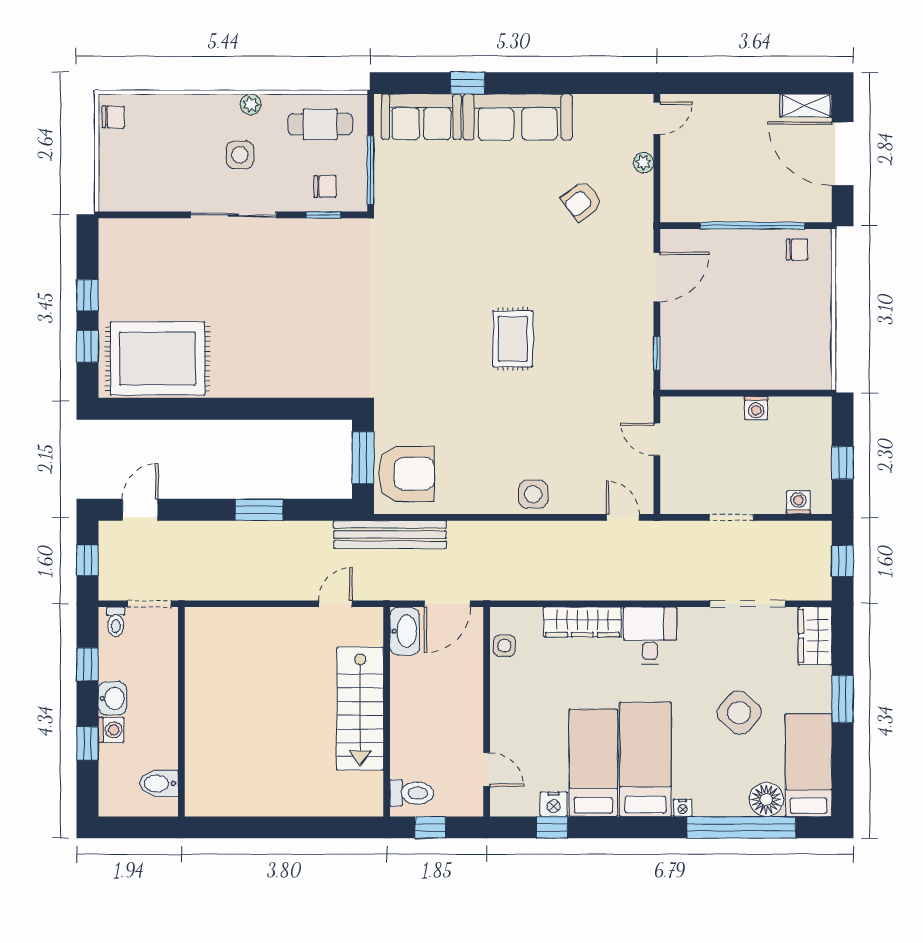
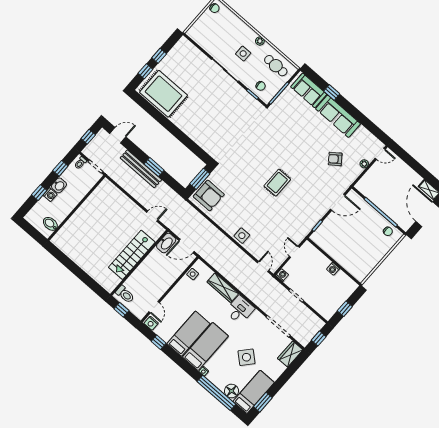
washing machine: (798, 502) -> (282, 275), moved
bench: (390, 535) -> (141, 169), moved
window: (843, 699) -> (263, 402), moved
nightstand: (554, 804) -> (151, 323), moved

